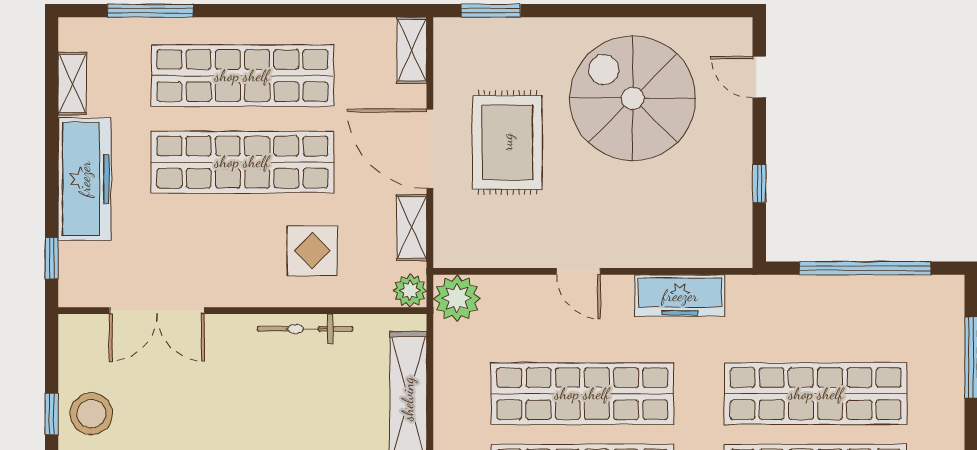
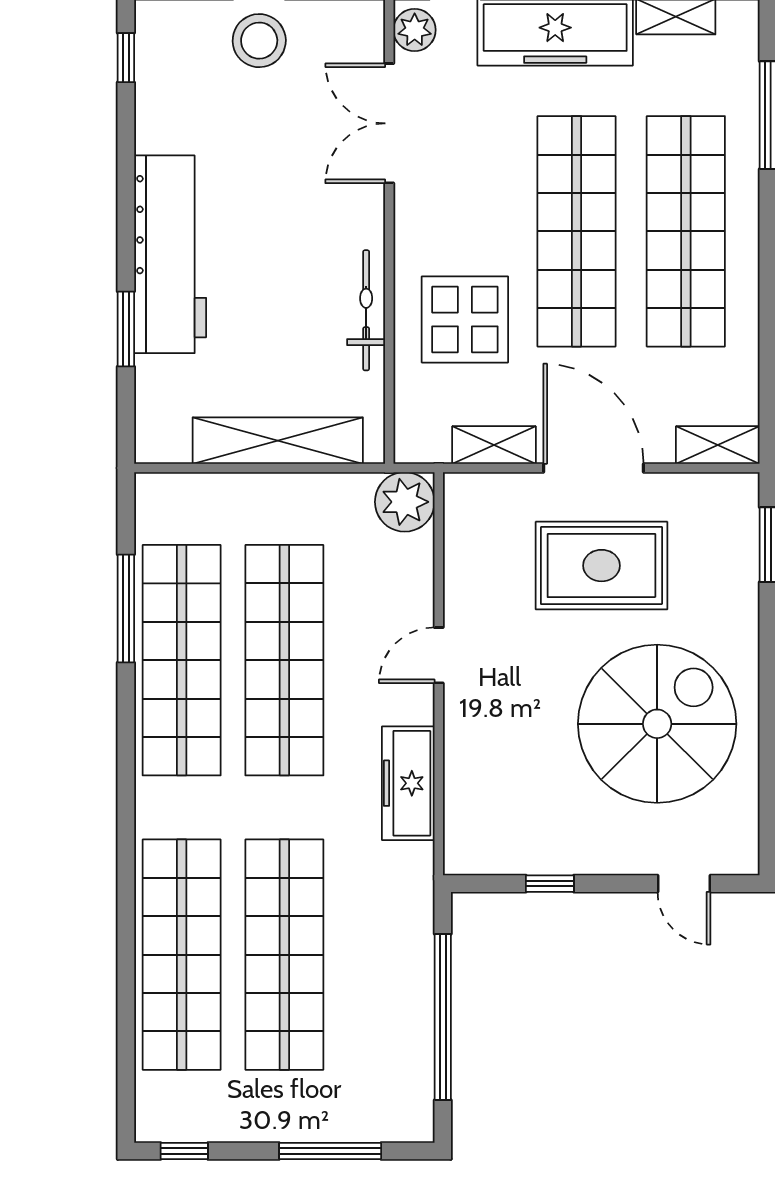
door: (759, 77) -> (684, 884), swing flipped
door: (430, 149) -> (593, 468), hinge flipped
display table: (312, 251) -> (465, 319), width x1.36, depth x1.36
plant: (410, 291) -> (415, 30), moved

